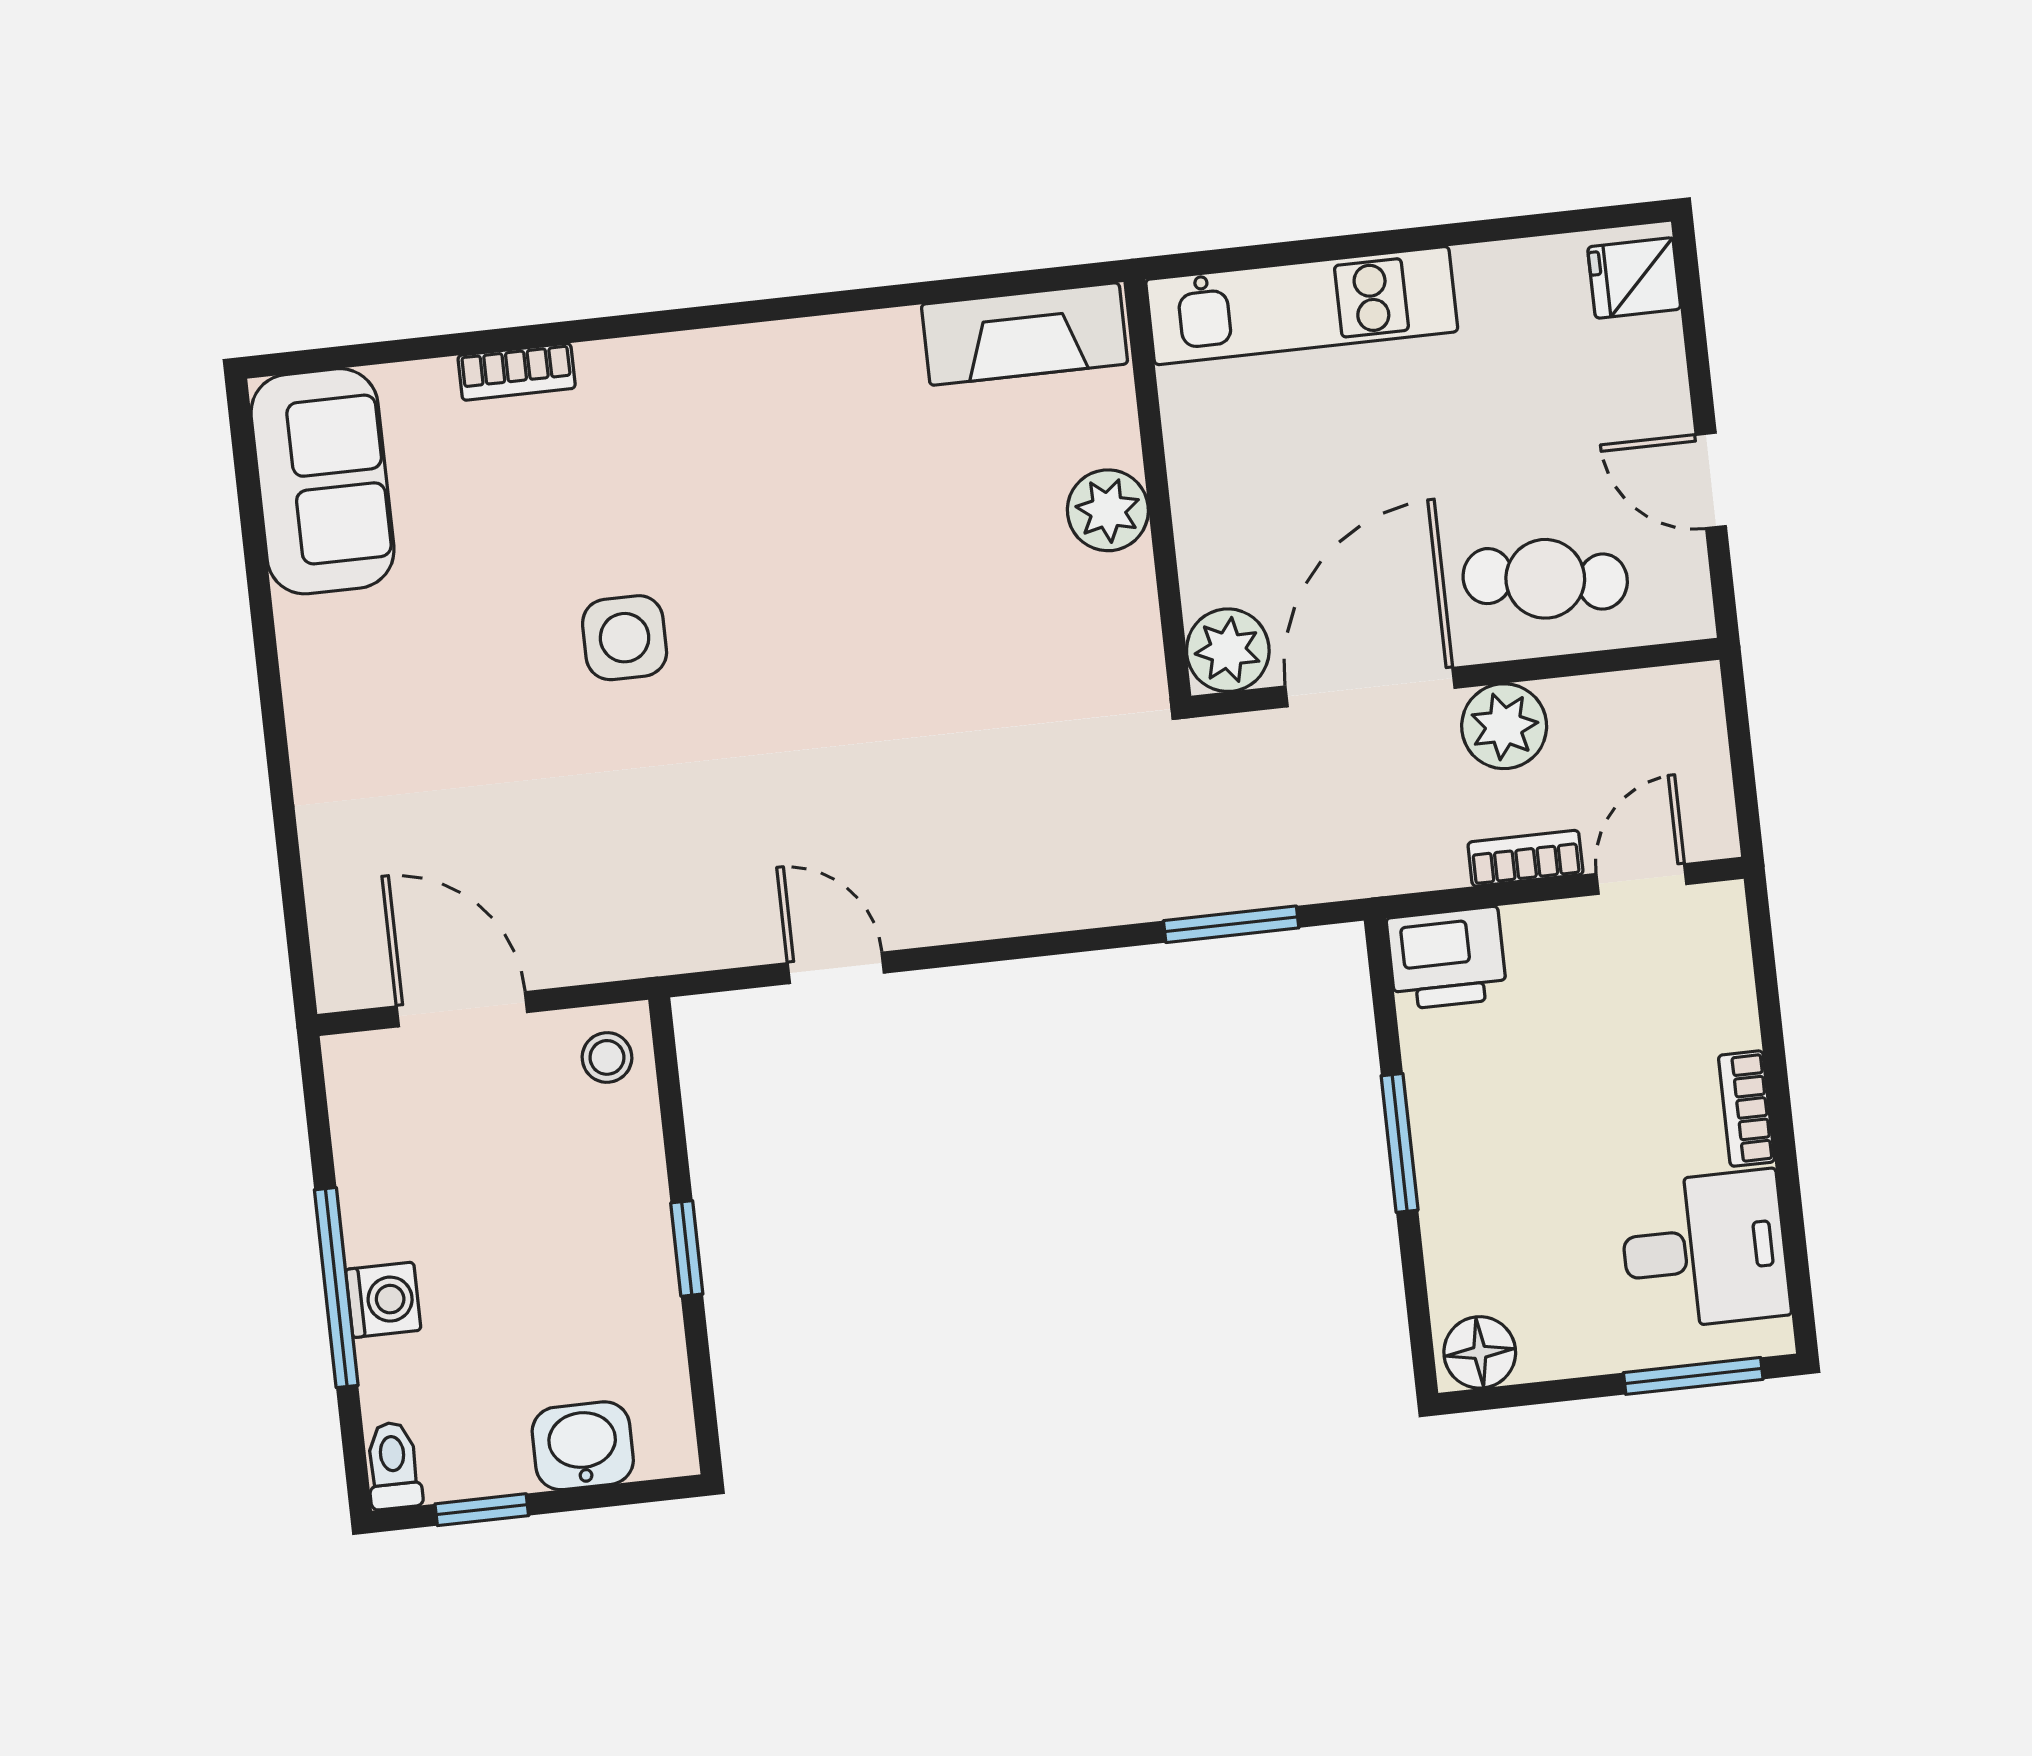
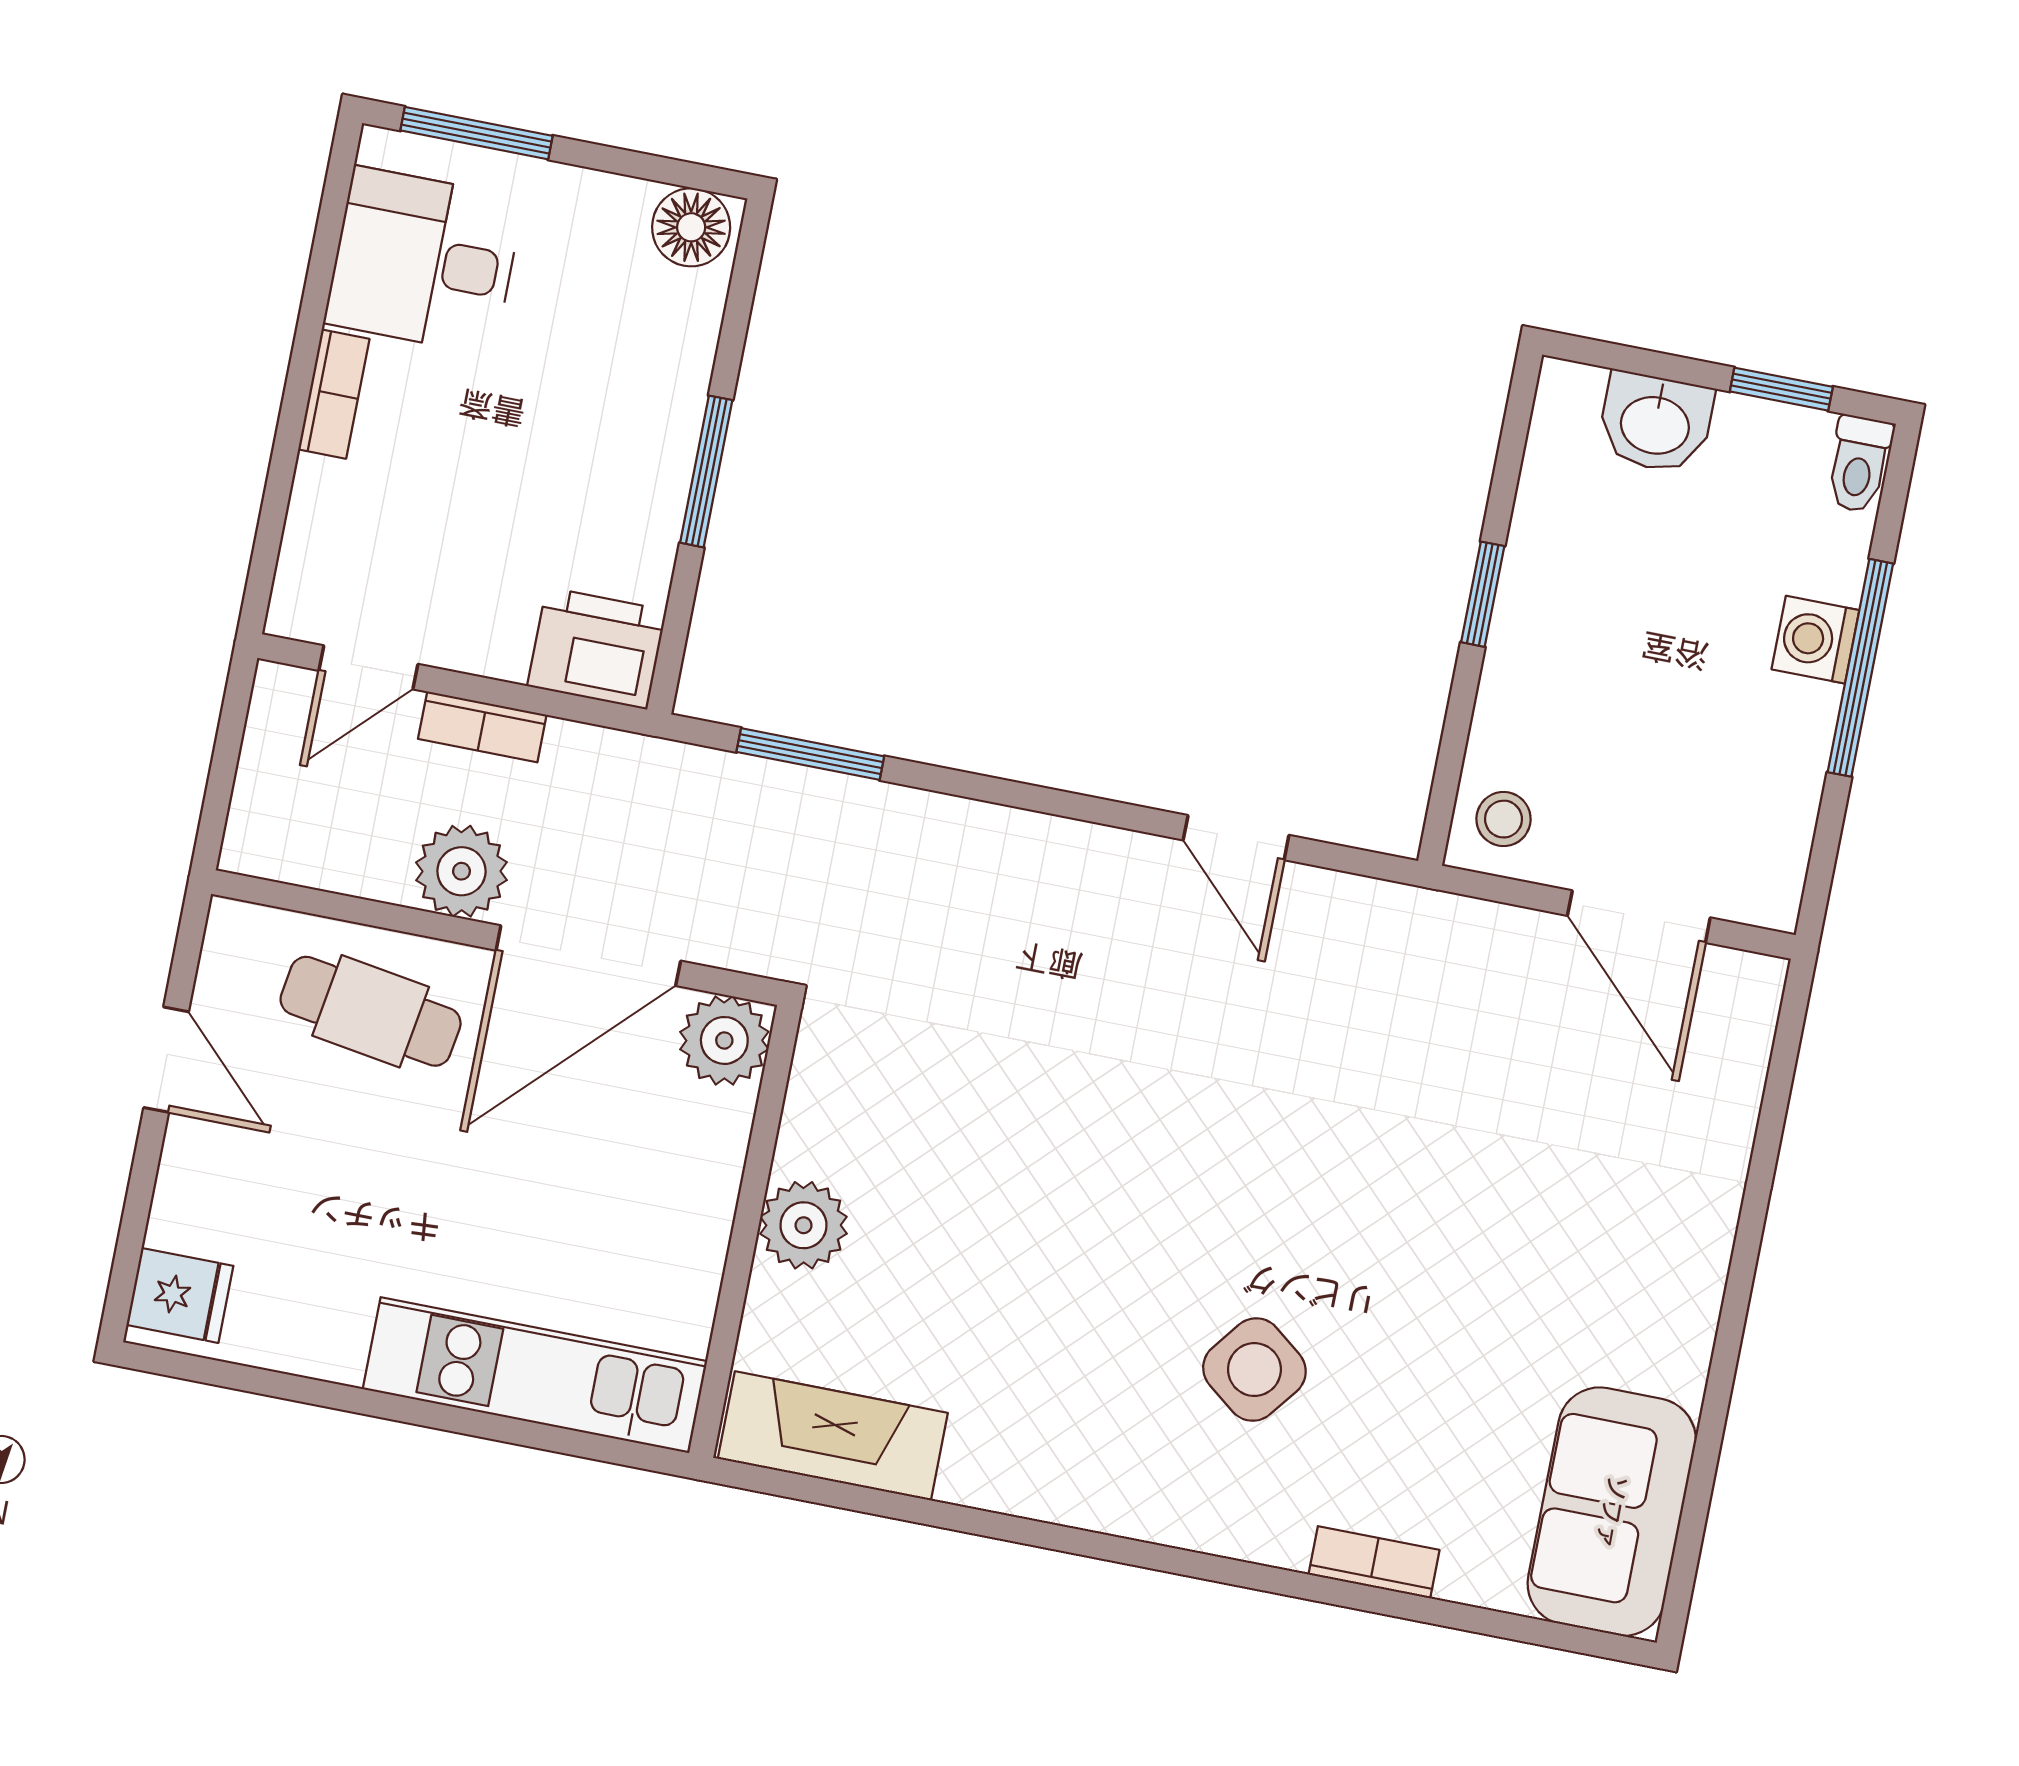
side table: (625, 638) -> (1254, 1370), moved, turned 38

